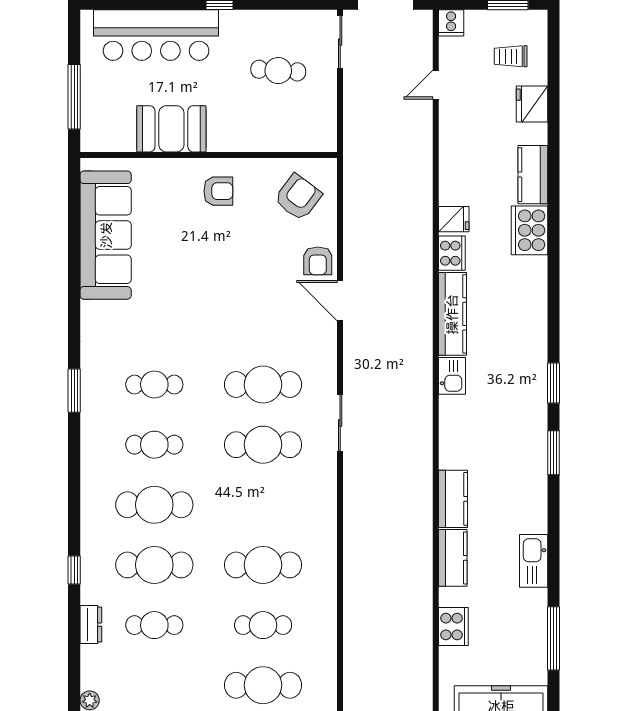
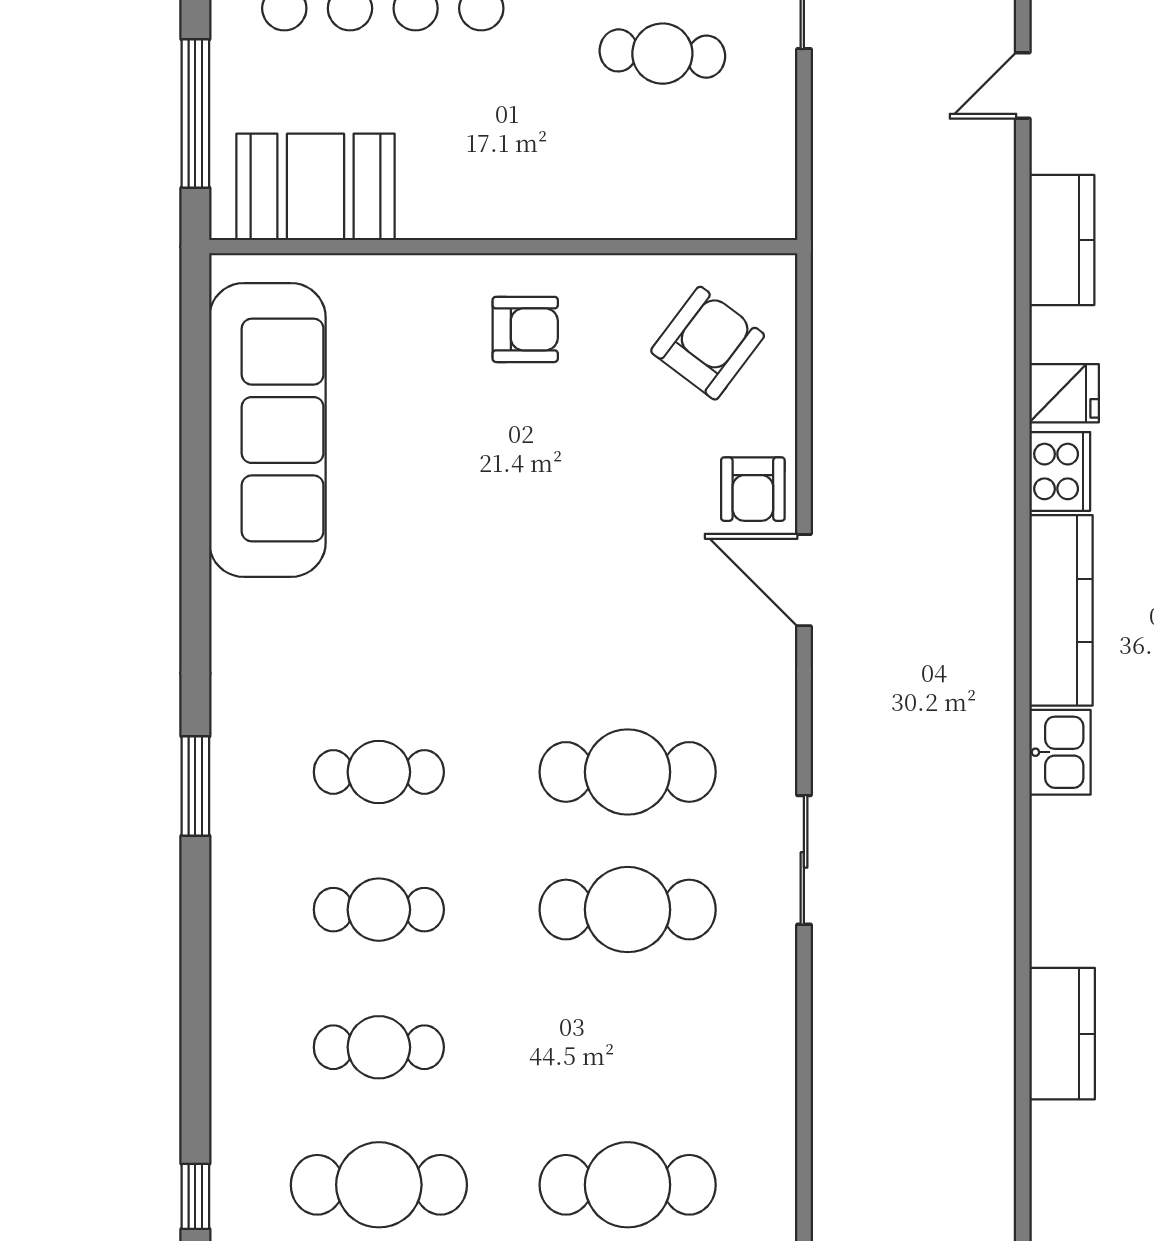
booth: (171, 129) -> (315, 187), moved
cafe table: (154, 505) -> (379, 1047), width x0.73, depth x0.74
kitchen counter: (453, 558) -> (1062, 240), moved

